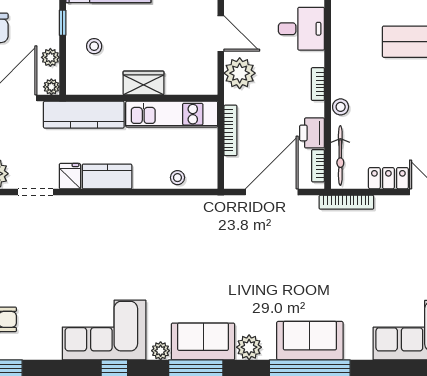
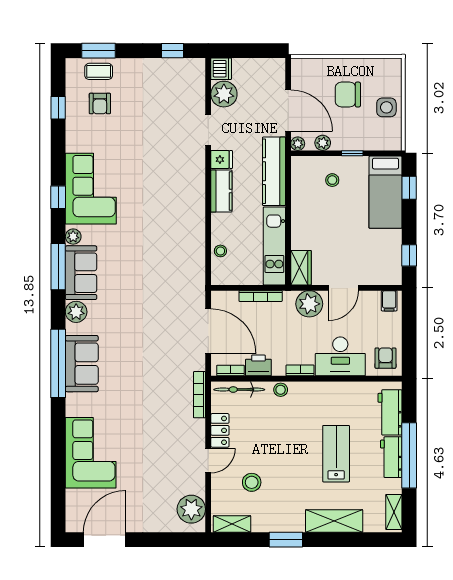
desk: (301, 29) -> (340, 356), width x1.37
wardrobe: (143, 83) -> (301, 268), moved

